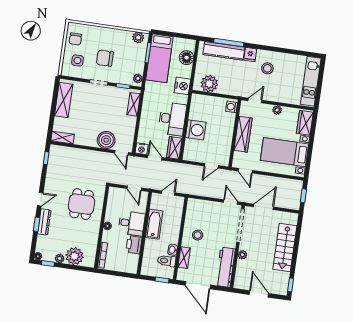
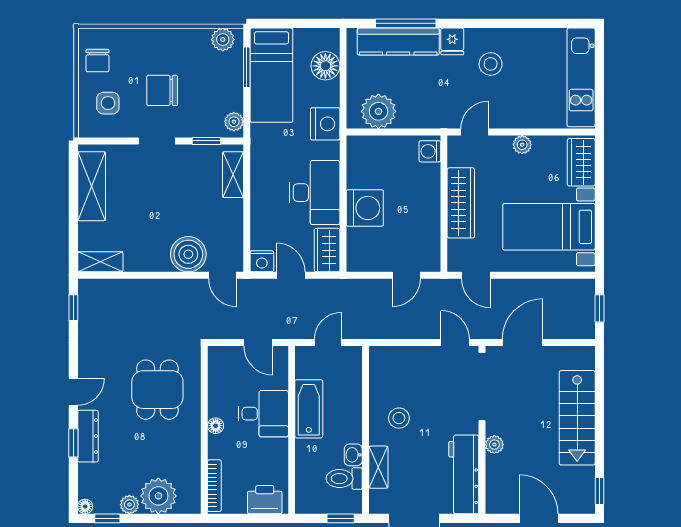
printer: (134, 245) -> (265, 500), moved, turned 90

